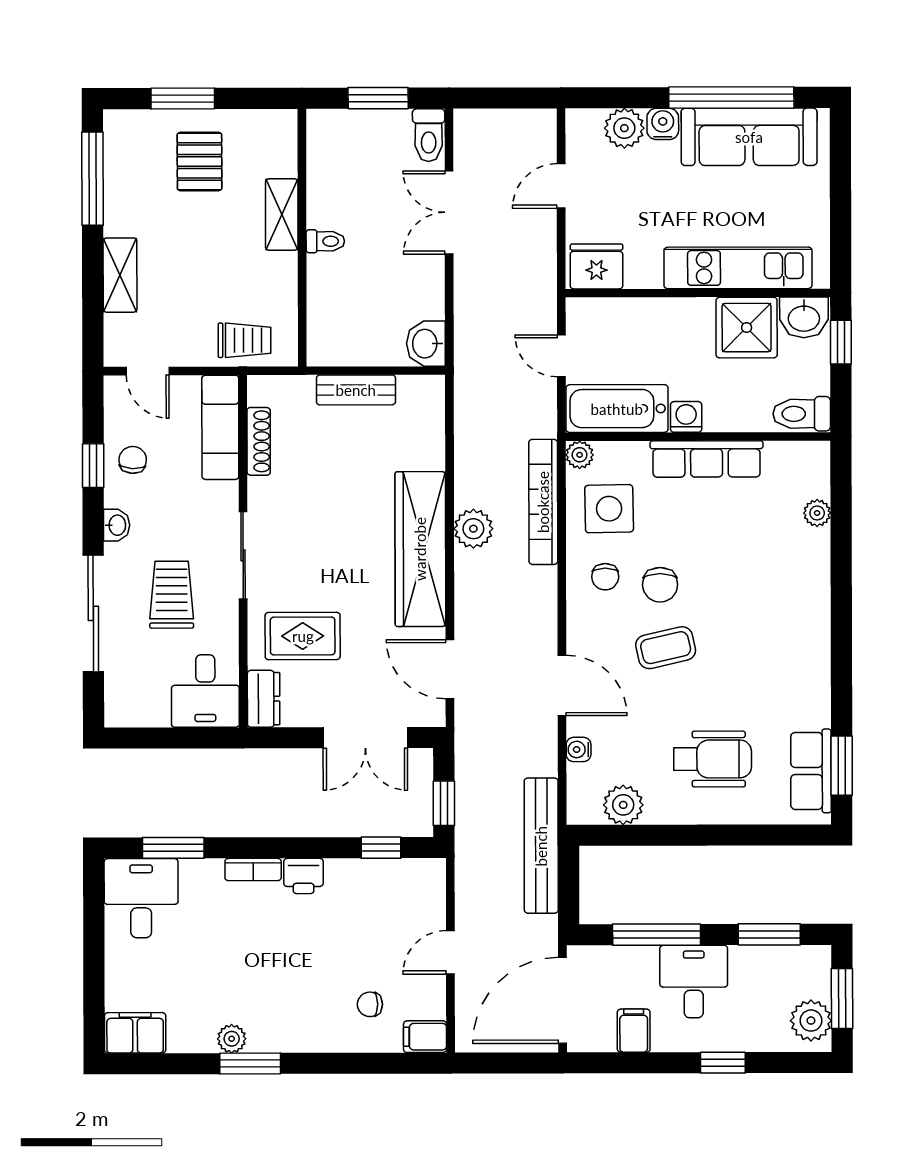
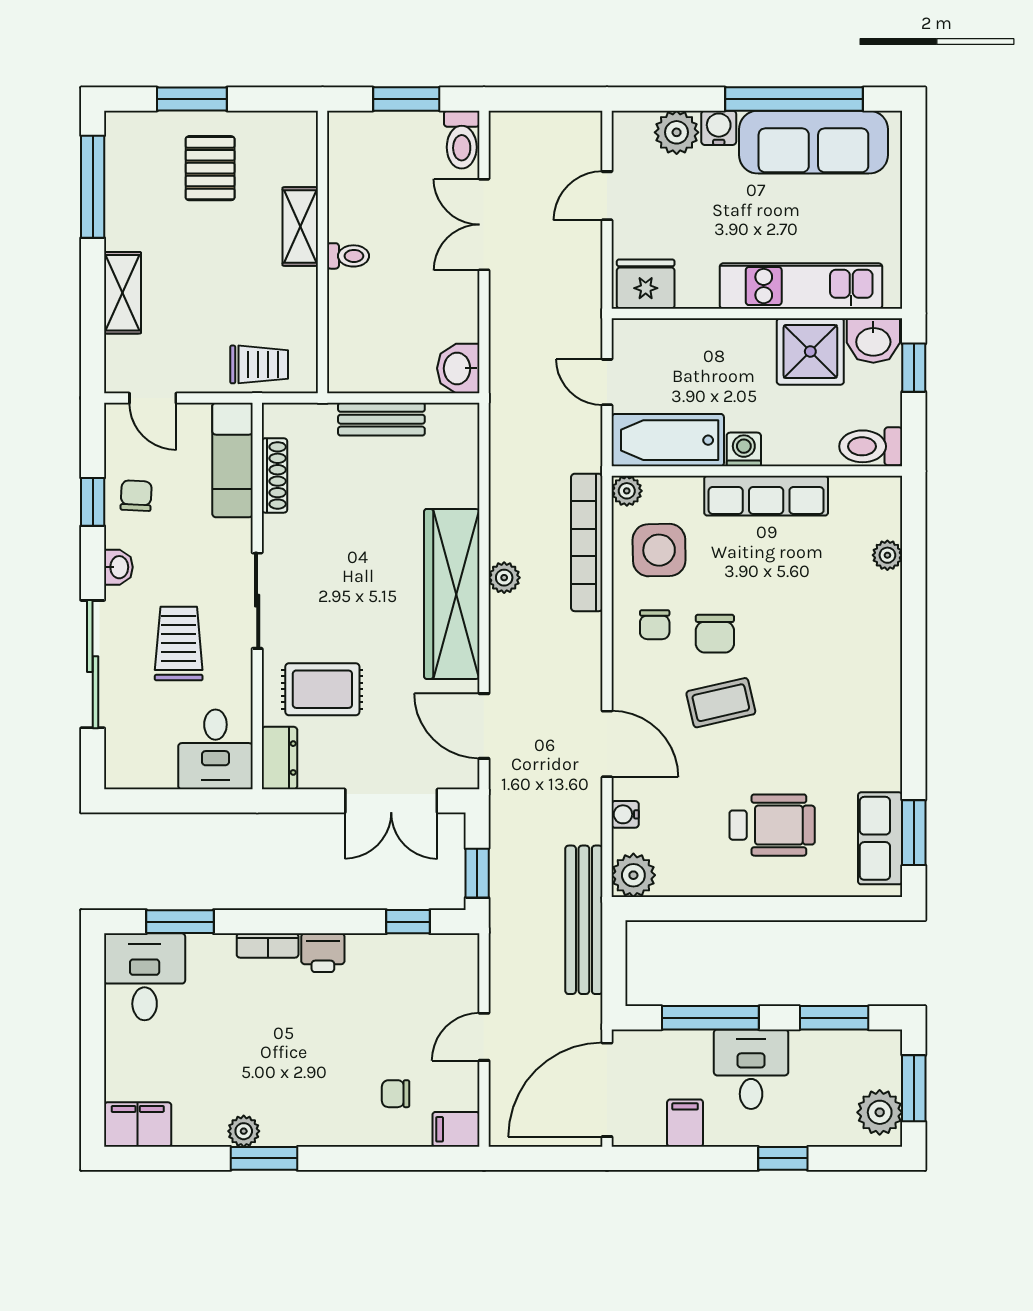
plant: (473, 529) -> (504, 578), width x0.73, depth x0.73
plant: (623, 805) -> (633, 875), moved

